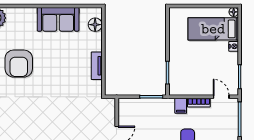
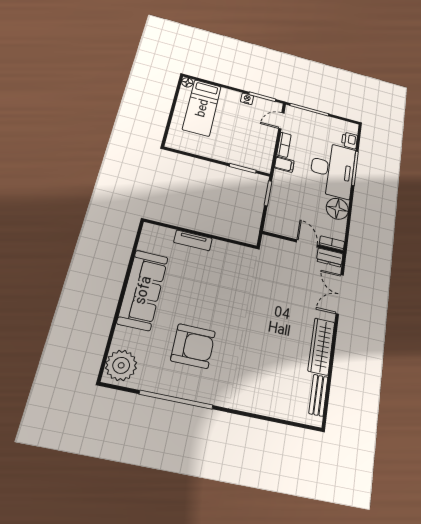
sofa: (58, 19) -> (143, 290), width x1.36
floor lamp: (95, 25) -> (164, 236), removed
nightstand: (234, 46) -> (247, 99), moved
tv unit: (97, 66) -> (193, 240), moved

